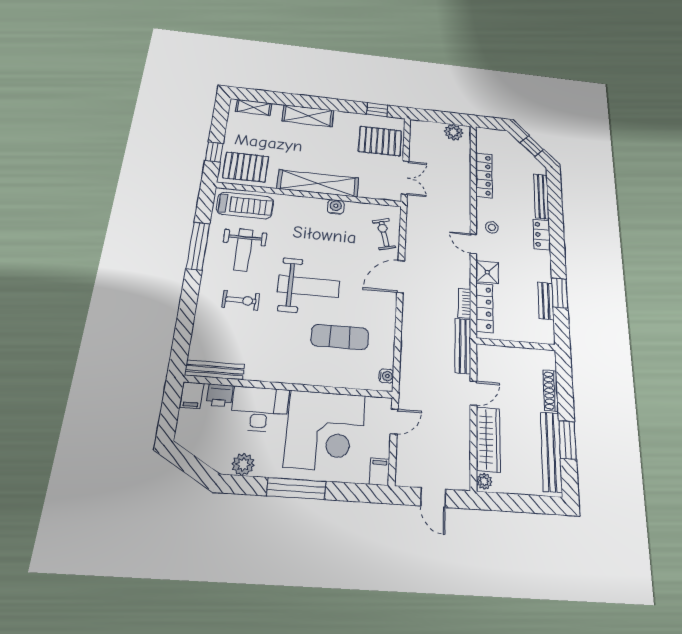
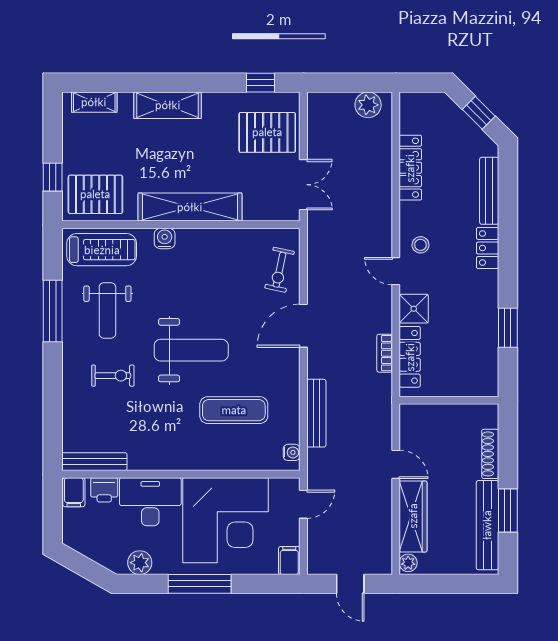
water cooler: (336, 207) -> (165, 238), moved
exercise bike: (384, 234) -> (280, 270), turned -153
bench: (546, 301) -> (489, 340), removed
bench: (463, 346) -> (316, 413), moved
door: (473, 393) -> (396, 464), hinge flipped

